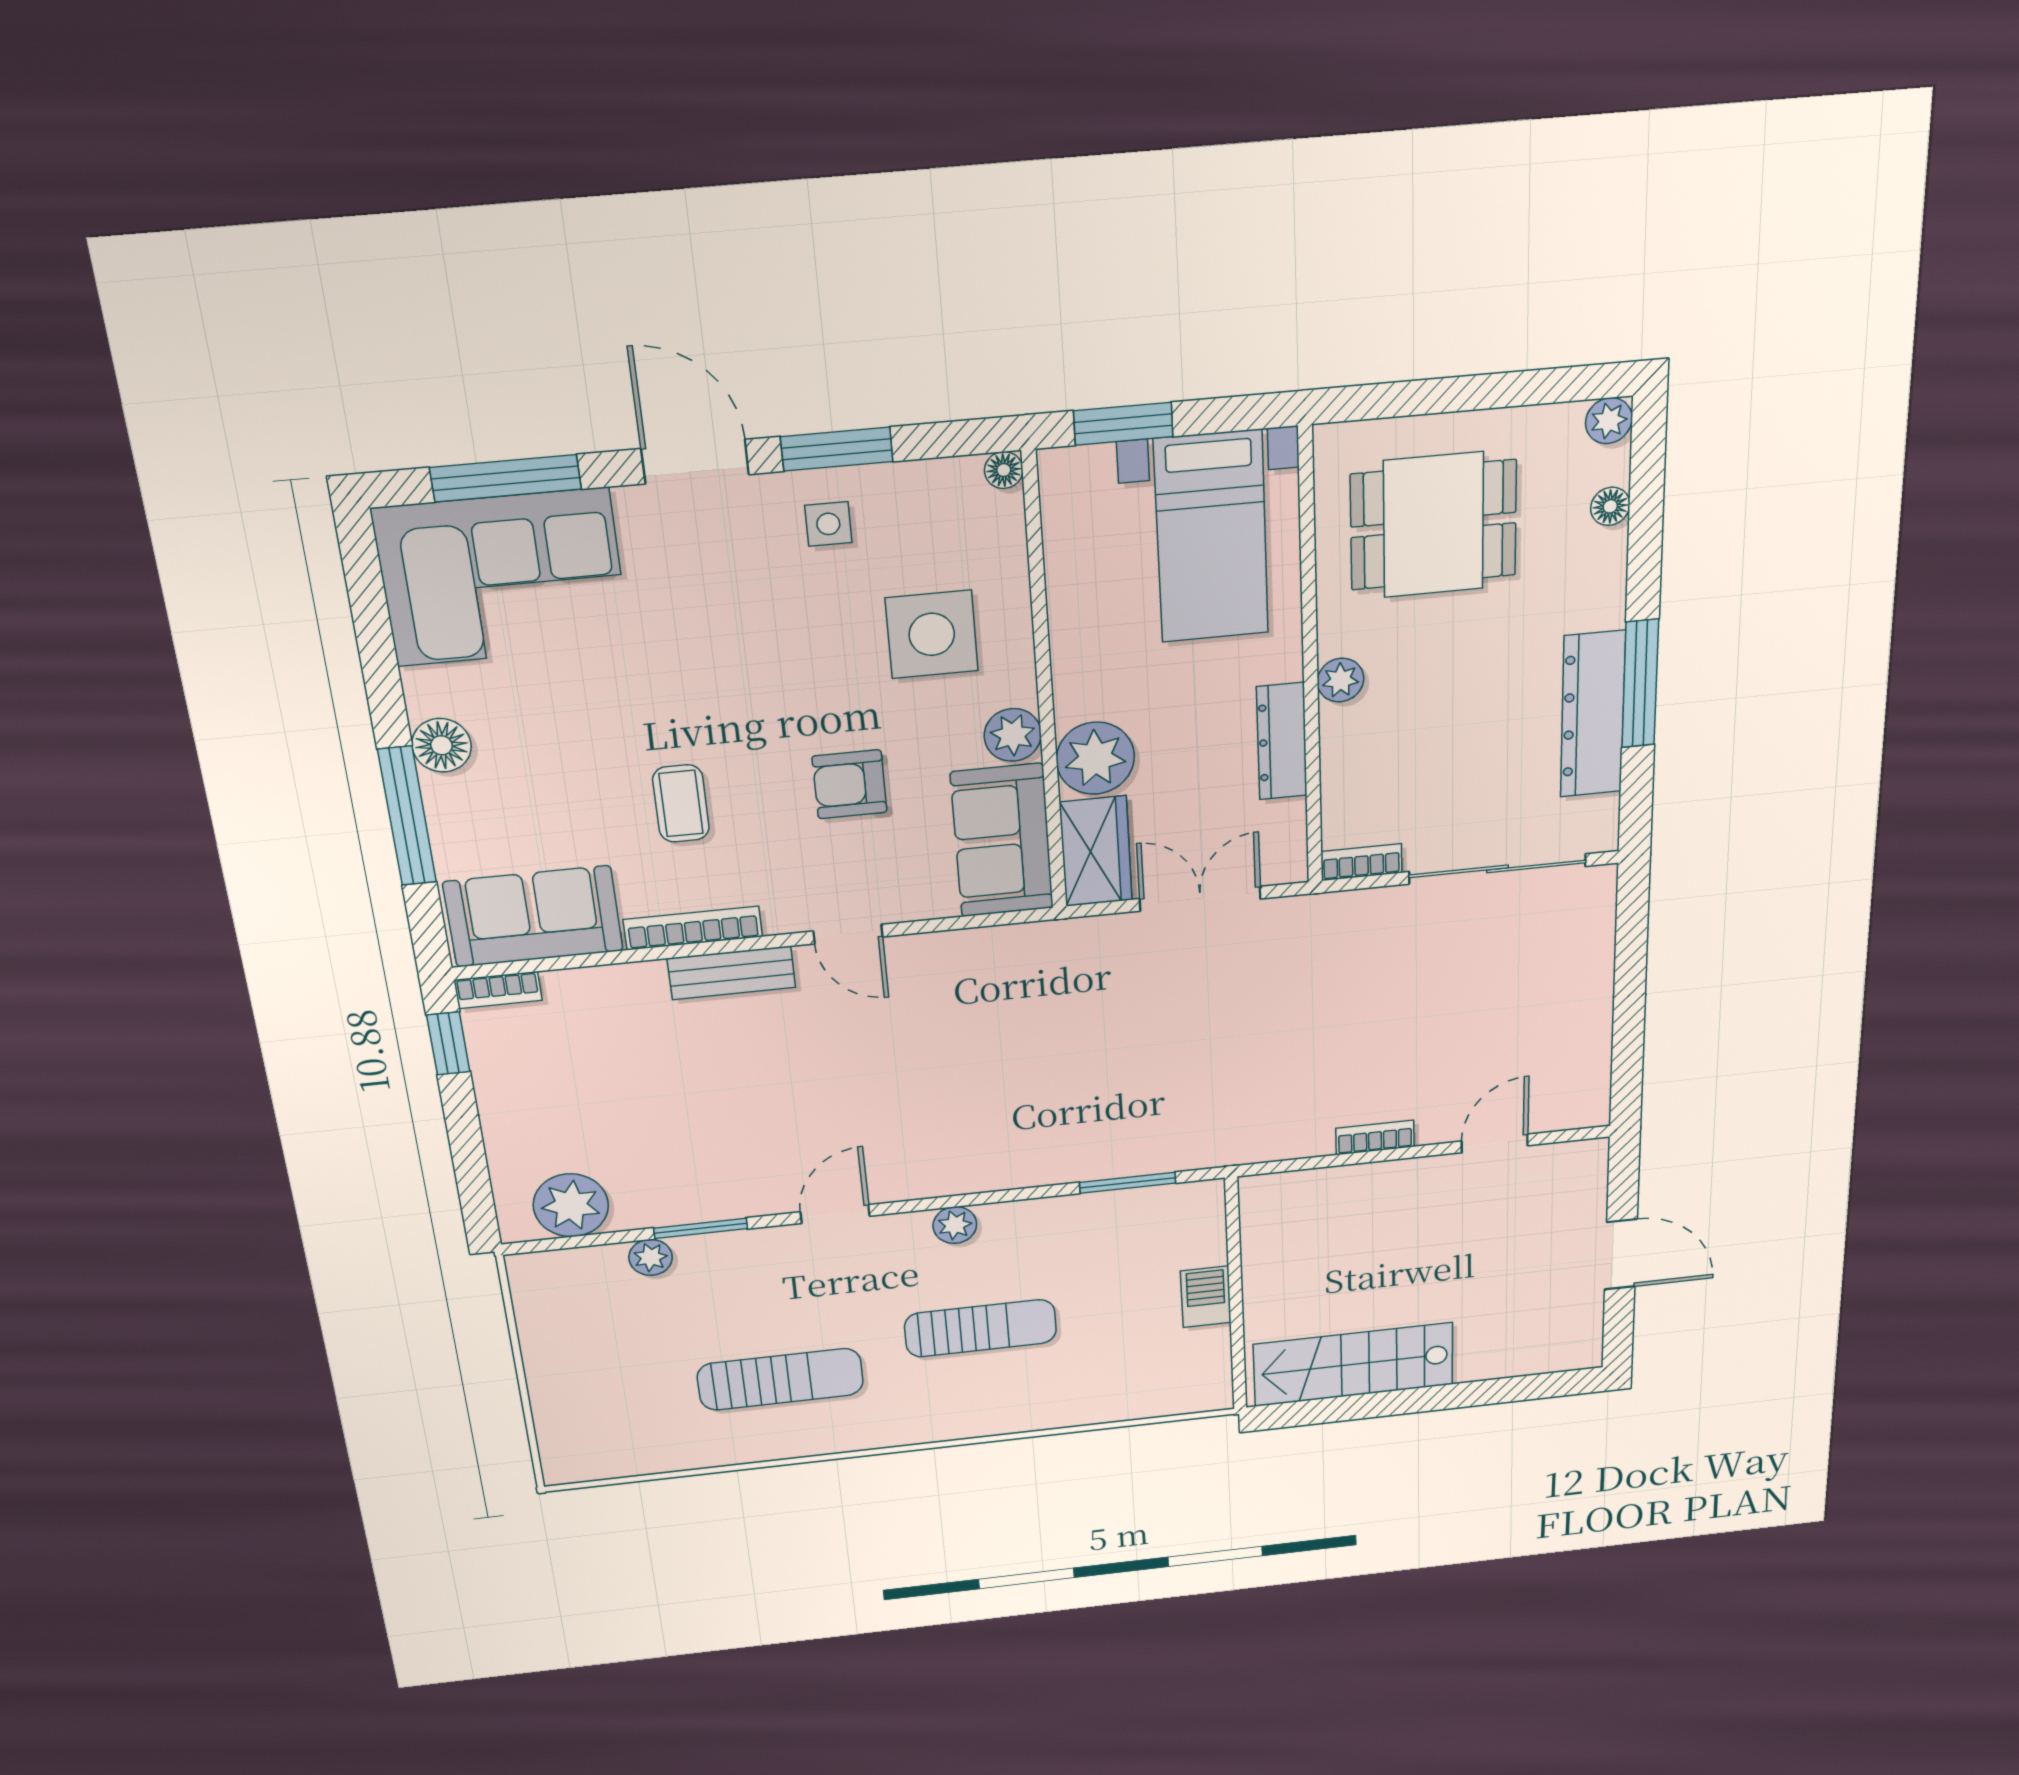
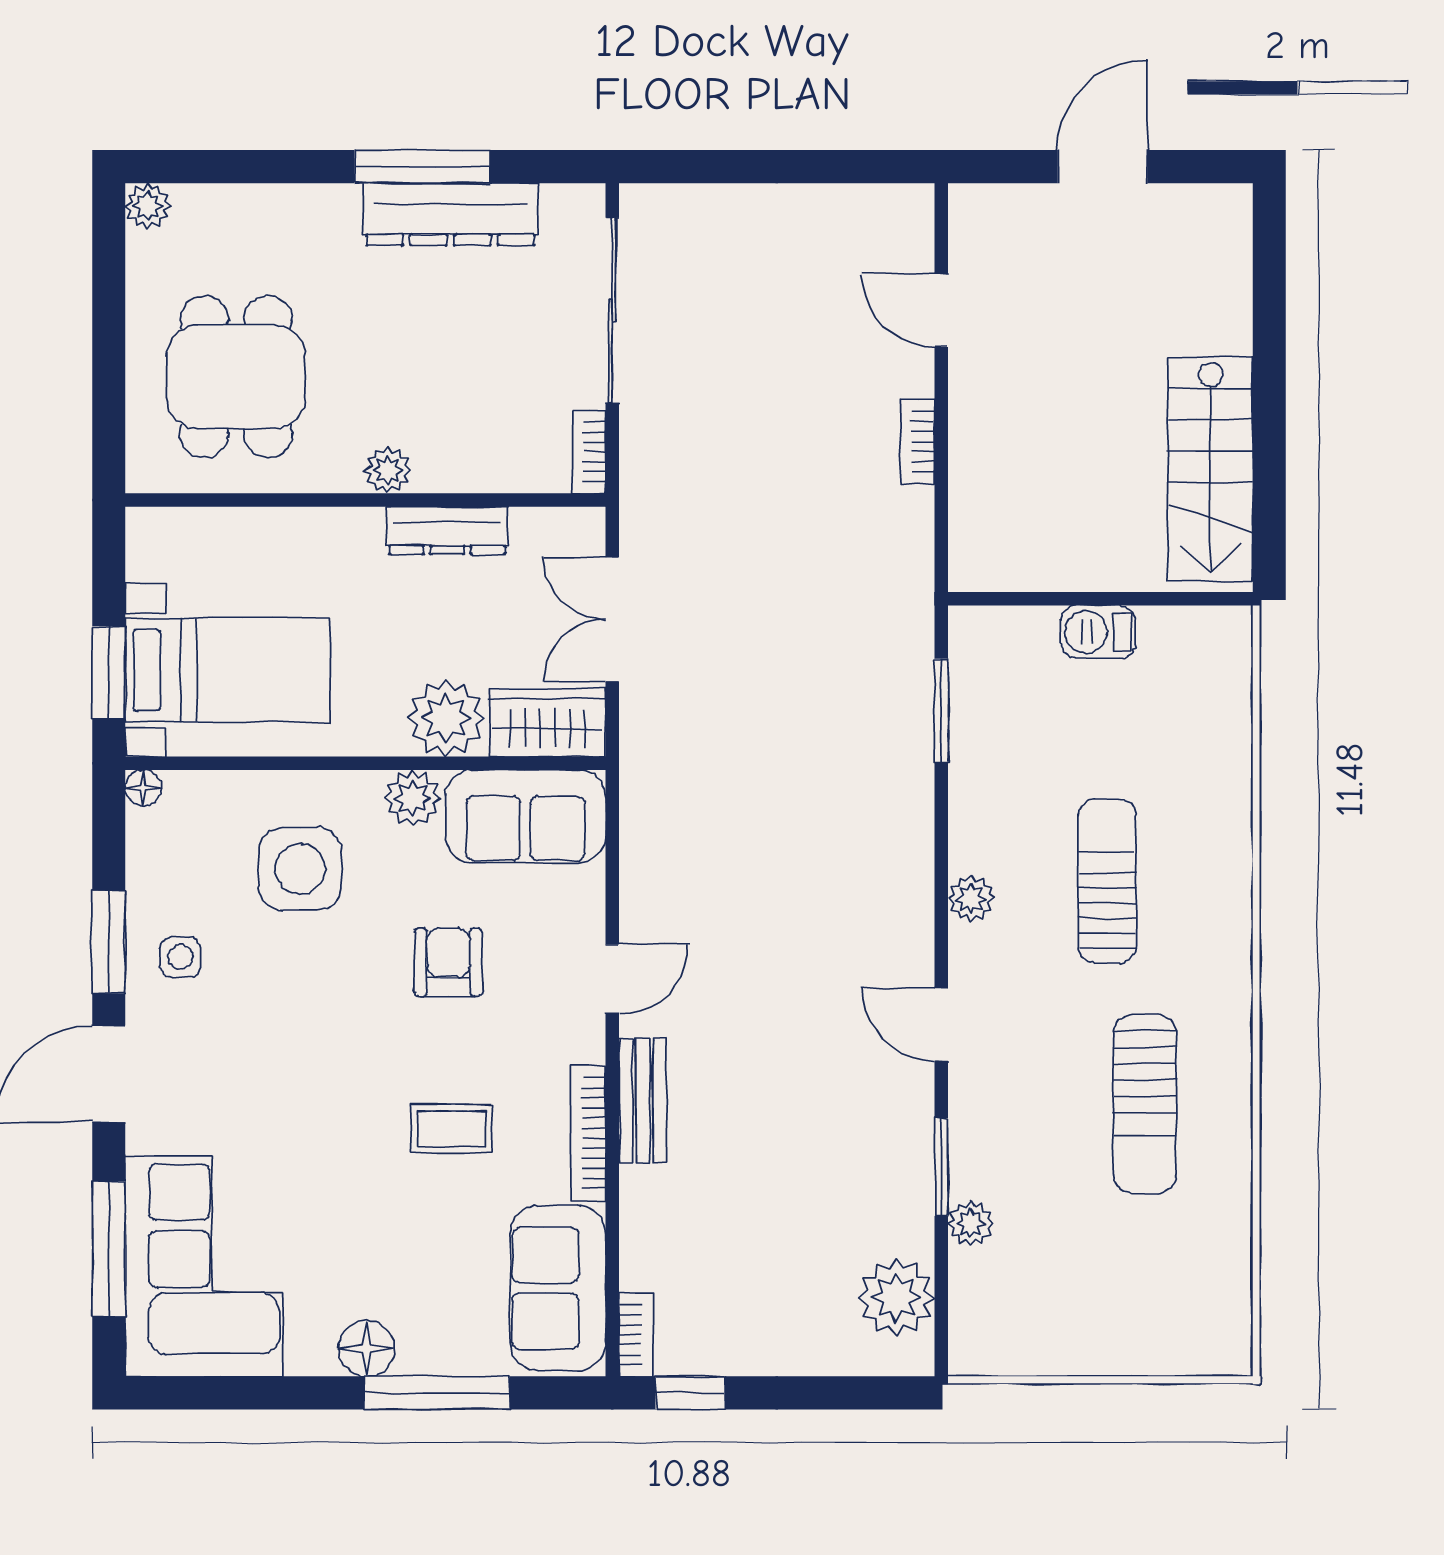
floor lamp: (1610, 506) -> (234, 202), removed
bed with nightstands: (1211, 537) -> (228, 670), moved
armchair: (850, 784) -> (448, 962), turned 180
sun lounger: (780, 1379) -> (1145, 1104), turned 180

